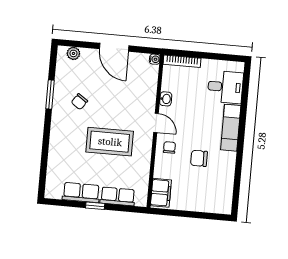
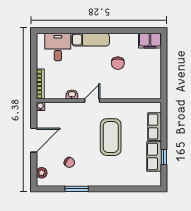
chair: (79, 102) -> (69, 162), moved
chair: (169, 148) -> (111, 88), removed
filing cabinet: (161, 193) -> (150, 41), moved, turned 180
window: (95, 206) -> (164, 157), moved

